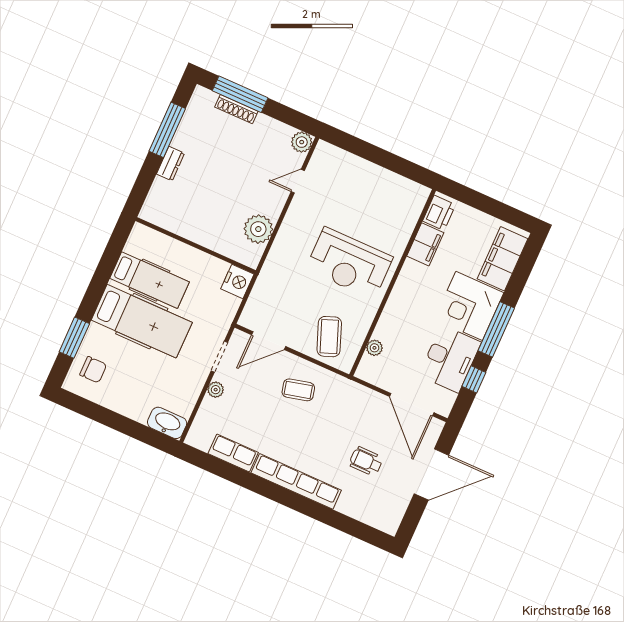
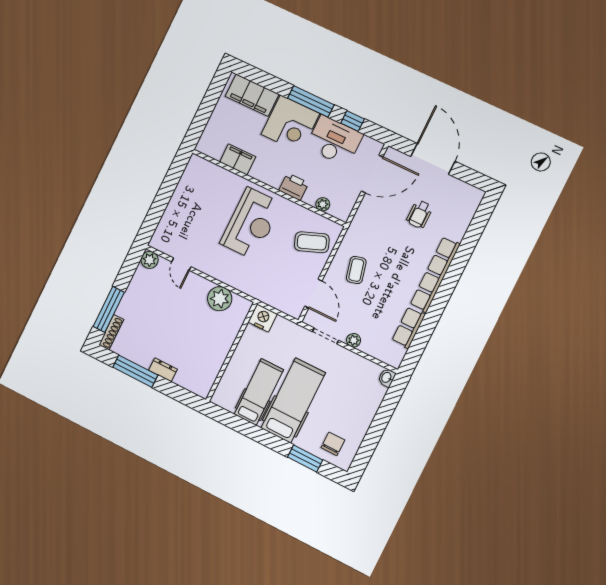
shoe rack: (236, 109) -> (111, 332), moved
printer: (439, 213) -> (294, 187), moved
washbasin: (167, 423) -> (387, 378), width x0.52, depth x0.69

